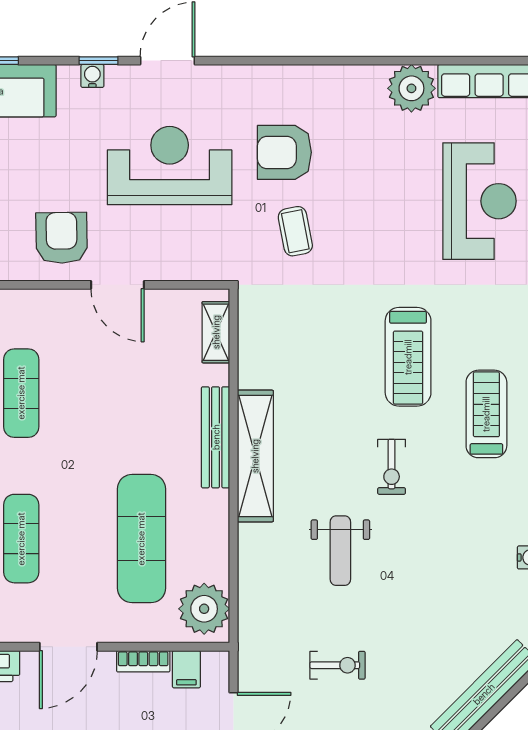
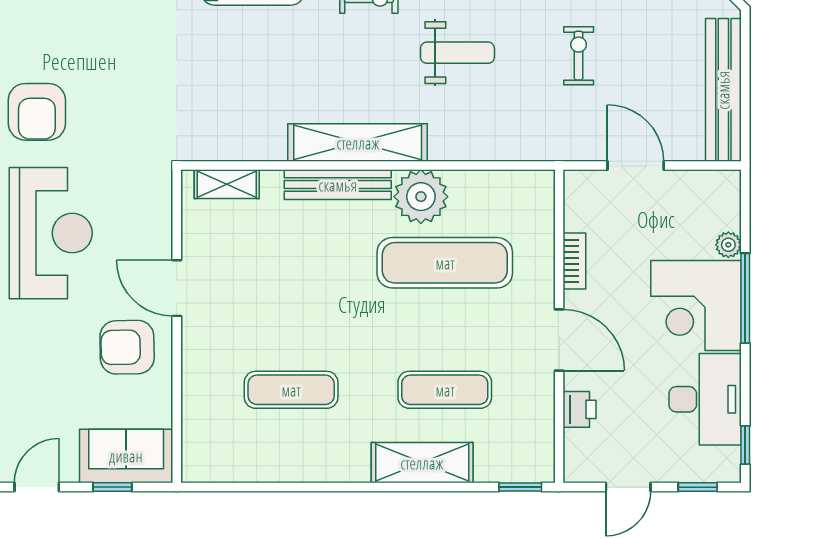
reception desk: (170, 166) -> (51, 233), turned 180
coffee table: (295, 231) -> (120, 100), removed
door: (117, 285) -> (177, 288), swing flipped
plant: (204, 609) -> (421, 197), moved
filing cabinet: (186, 669) -> (583, 215), removed

